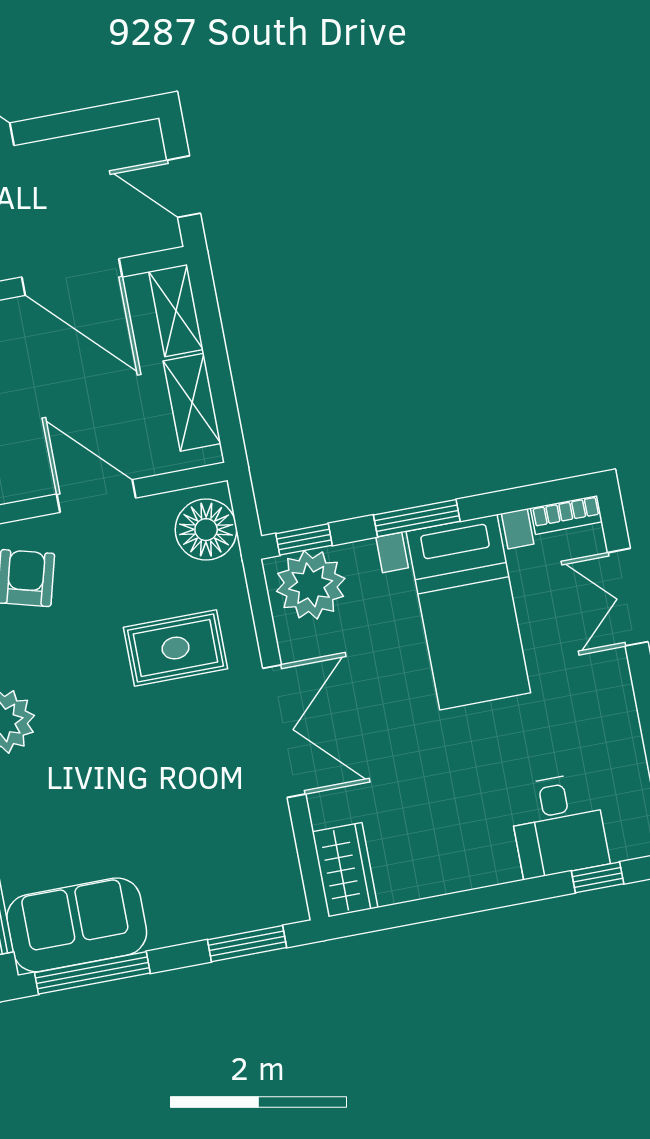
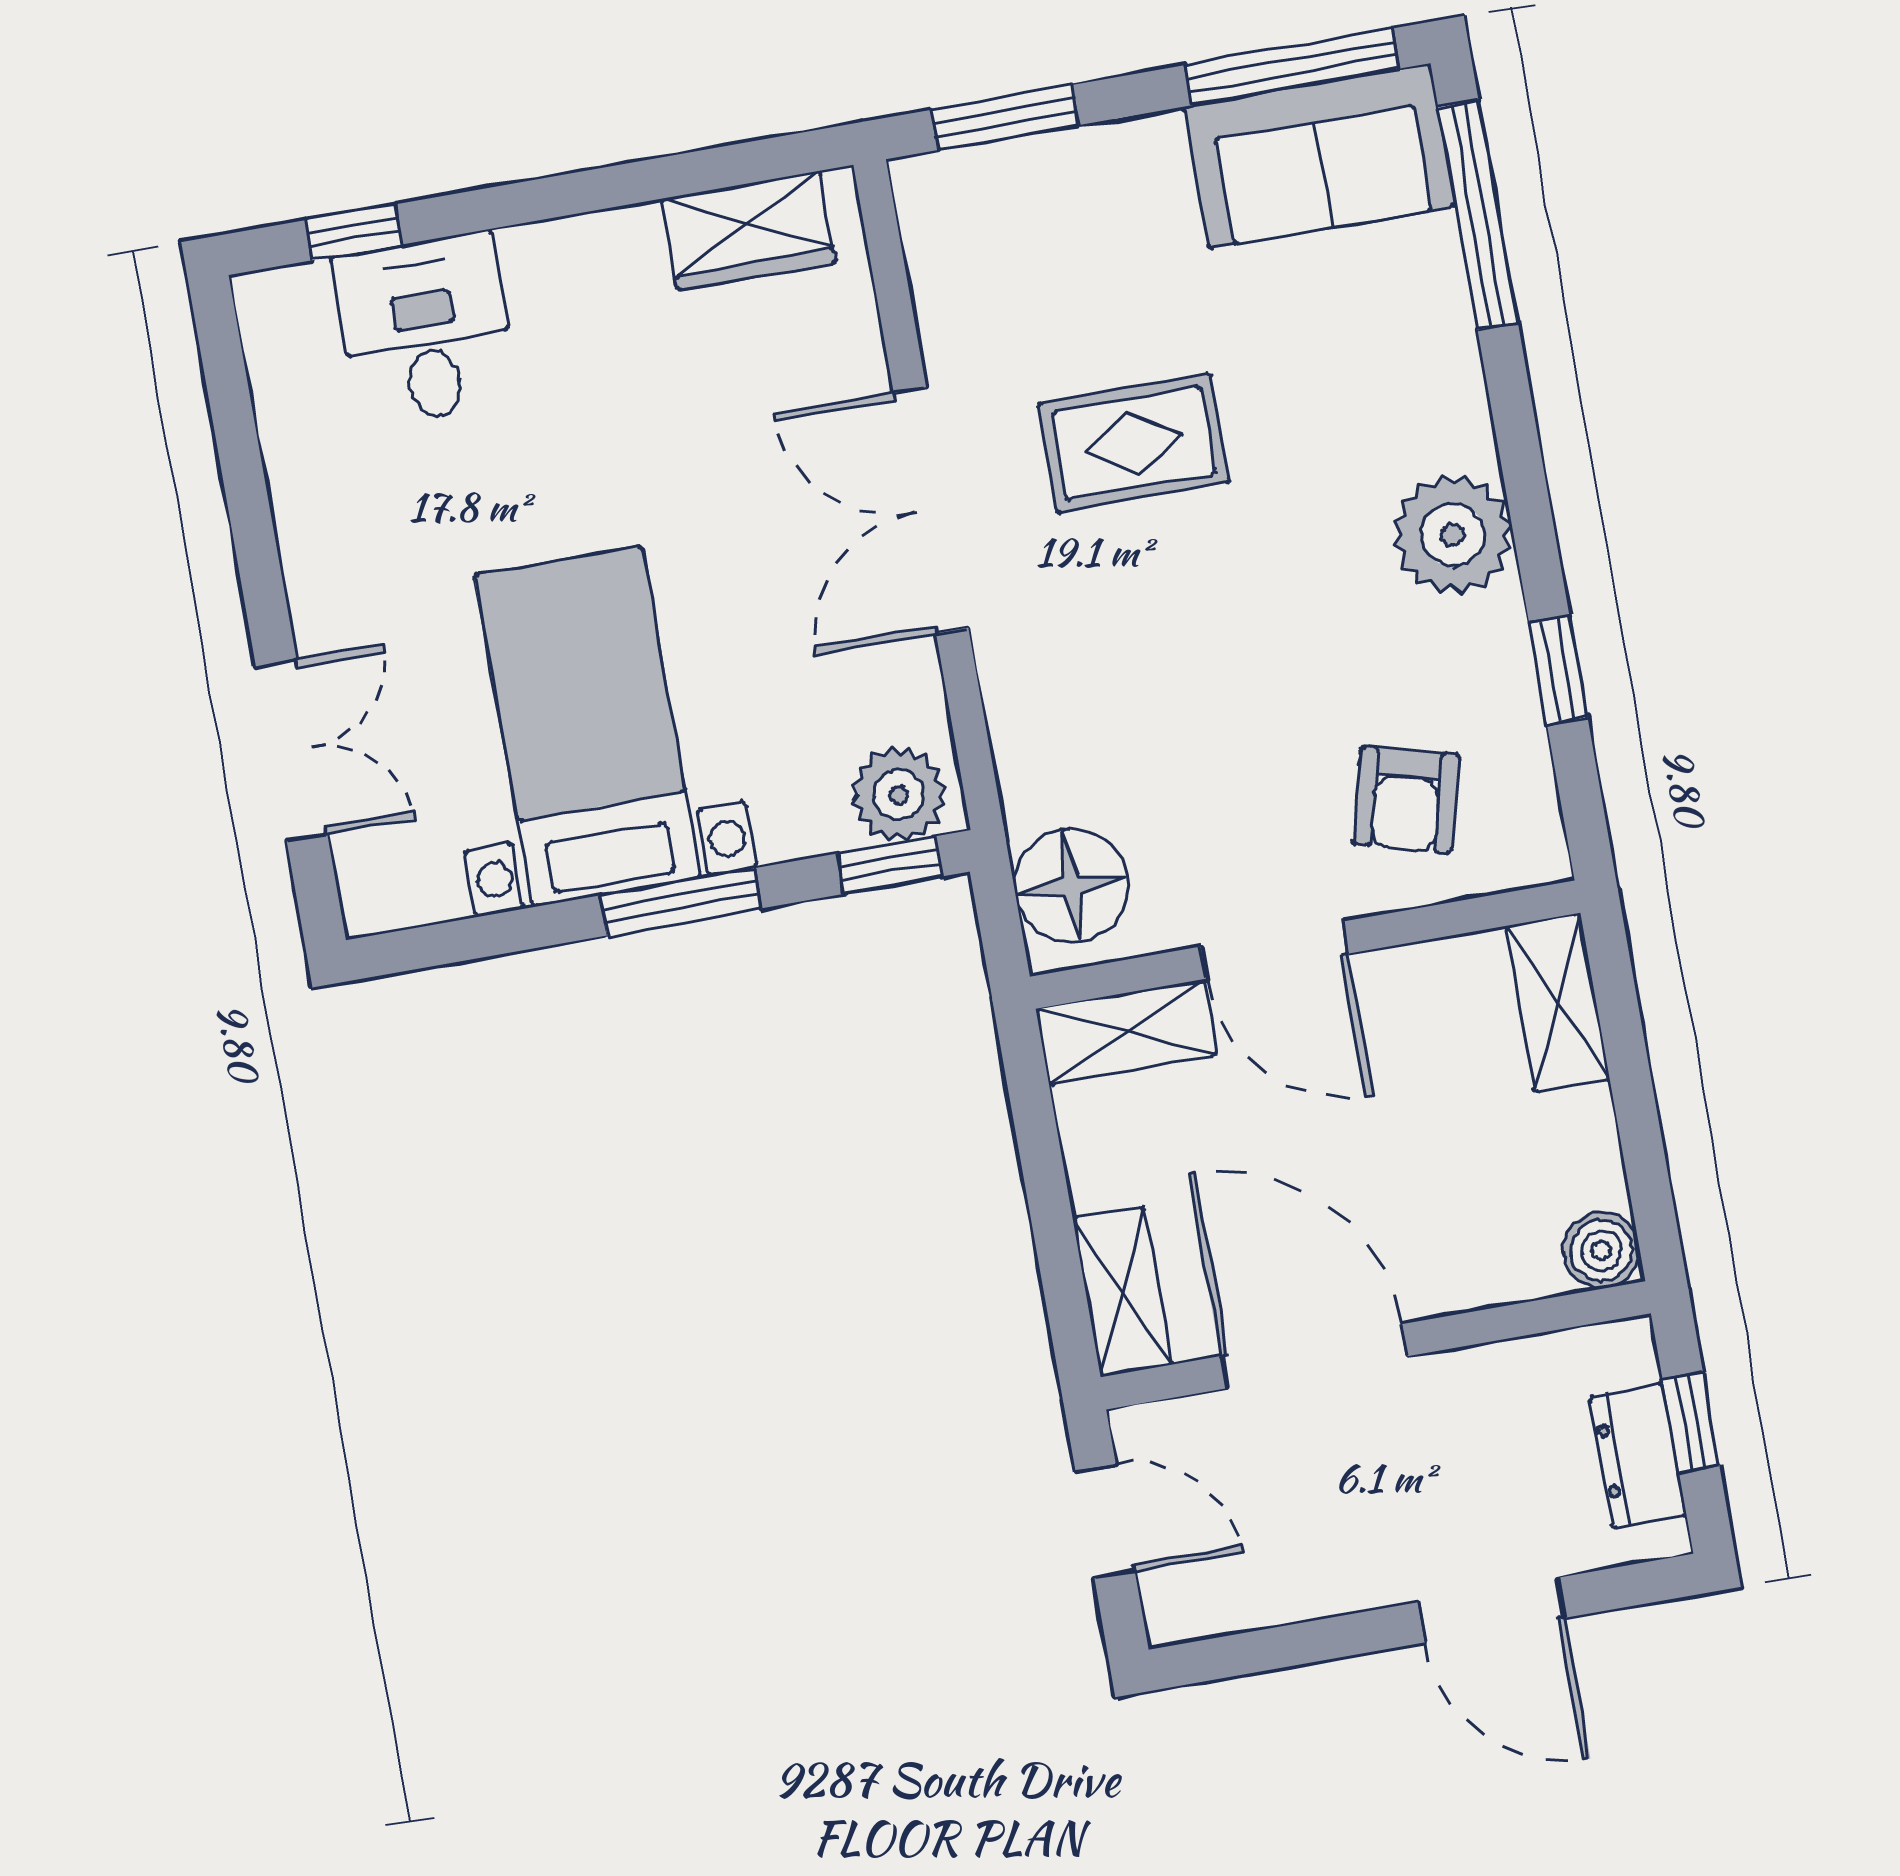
shelving: (192, 402) -> (1126, 1032), moved, turned 90
bookcase: (566, 515) -> (404, 905), removed
plant: (311, 585) -> (899, 795), width x0.73, depth x0.73
rug: (175, 648) -> (1134, 443), moved
wardrobe: (345, 870) -> (749, 231), moved, turned -90

